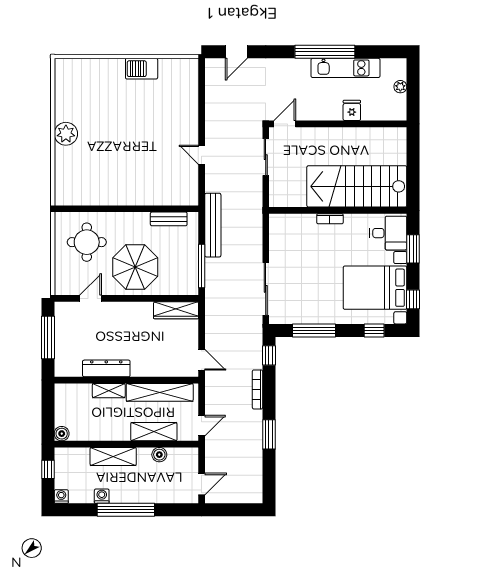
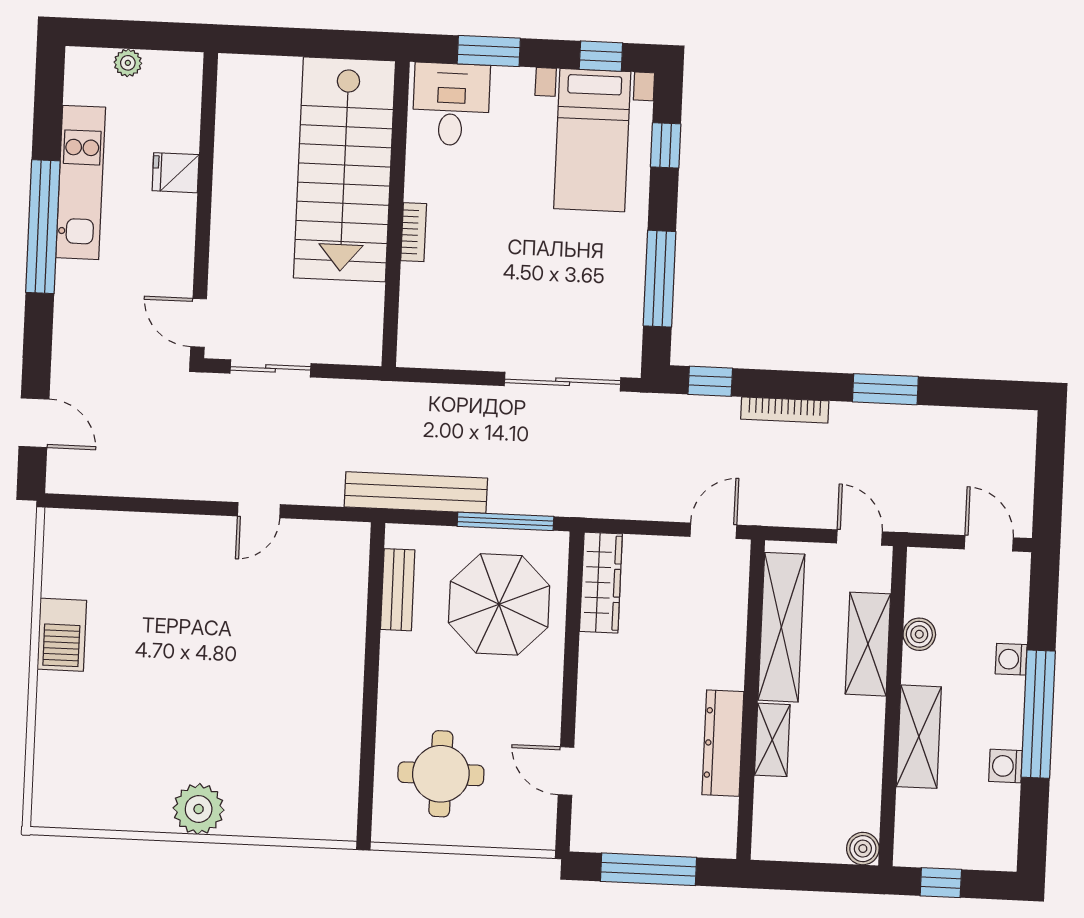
parasol: (135, 267) -> (499, 604), moved
bed with nightstands: (375, 288) -> (592, 140), width x0.73
washing machine: (61, 496) -> (1011, 659), moved

